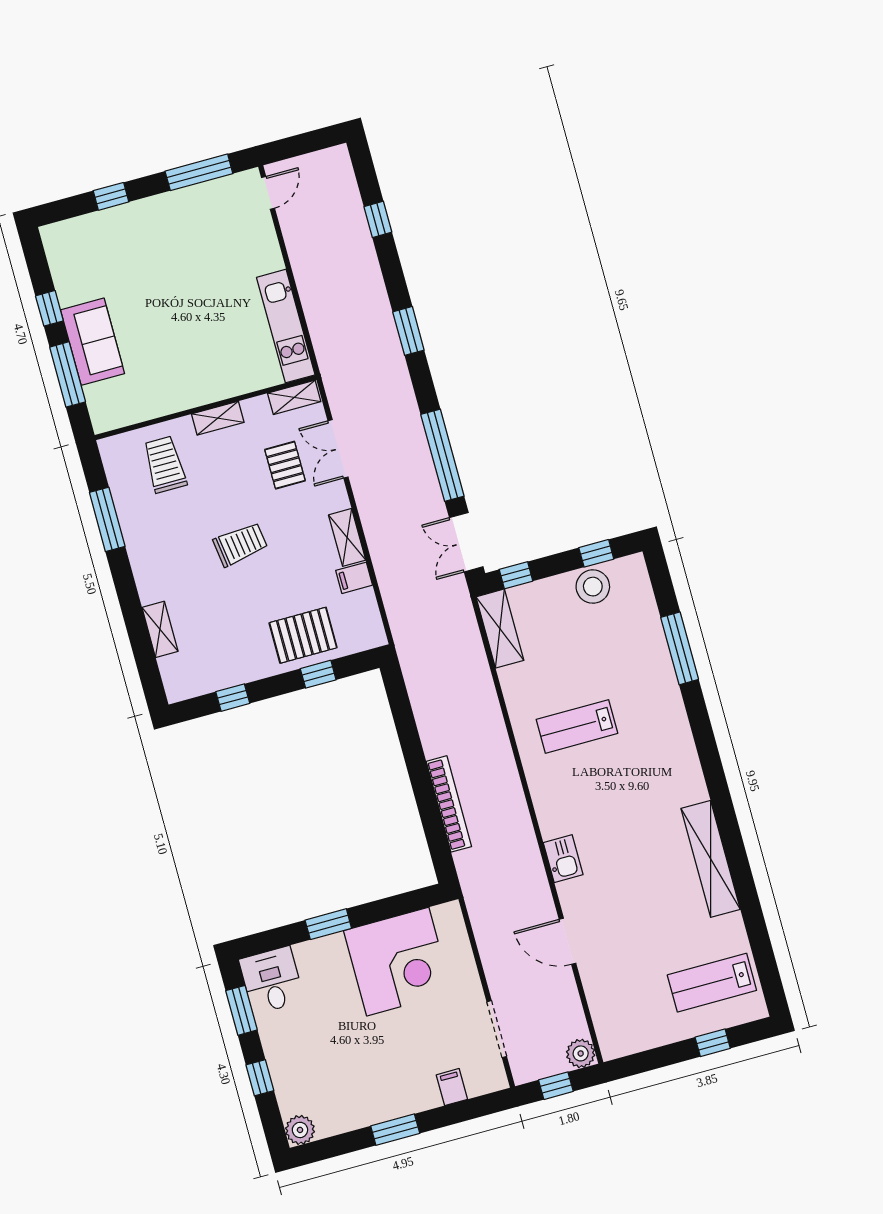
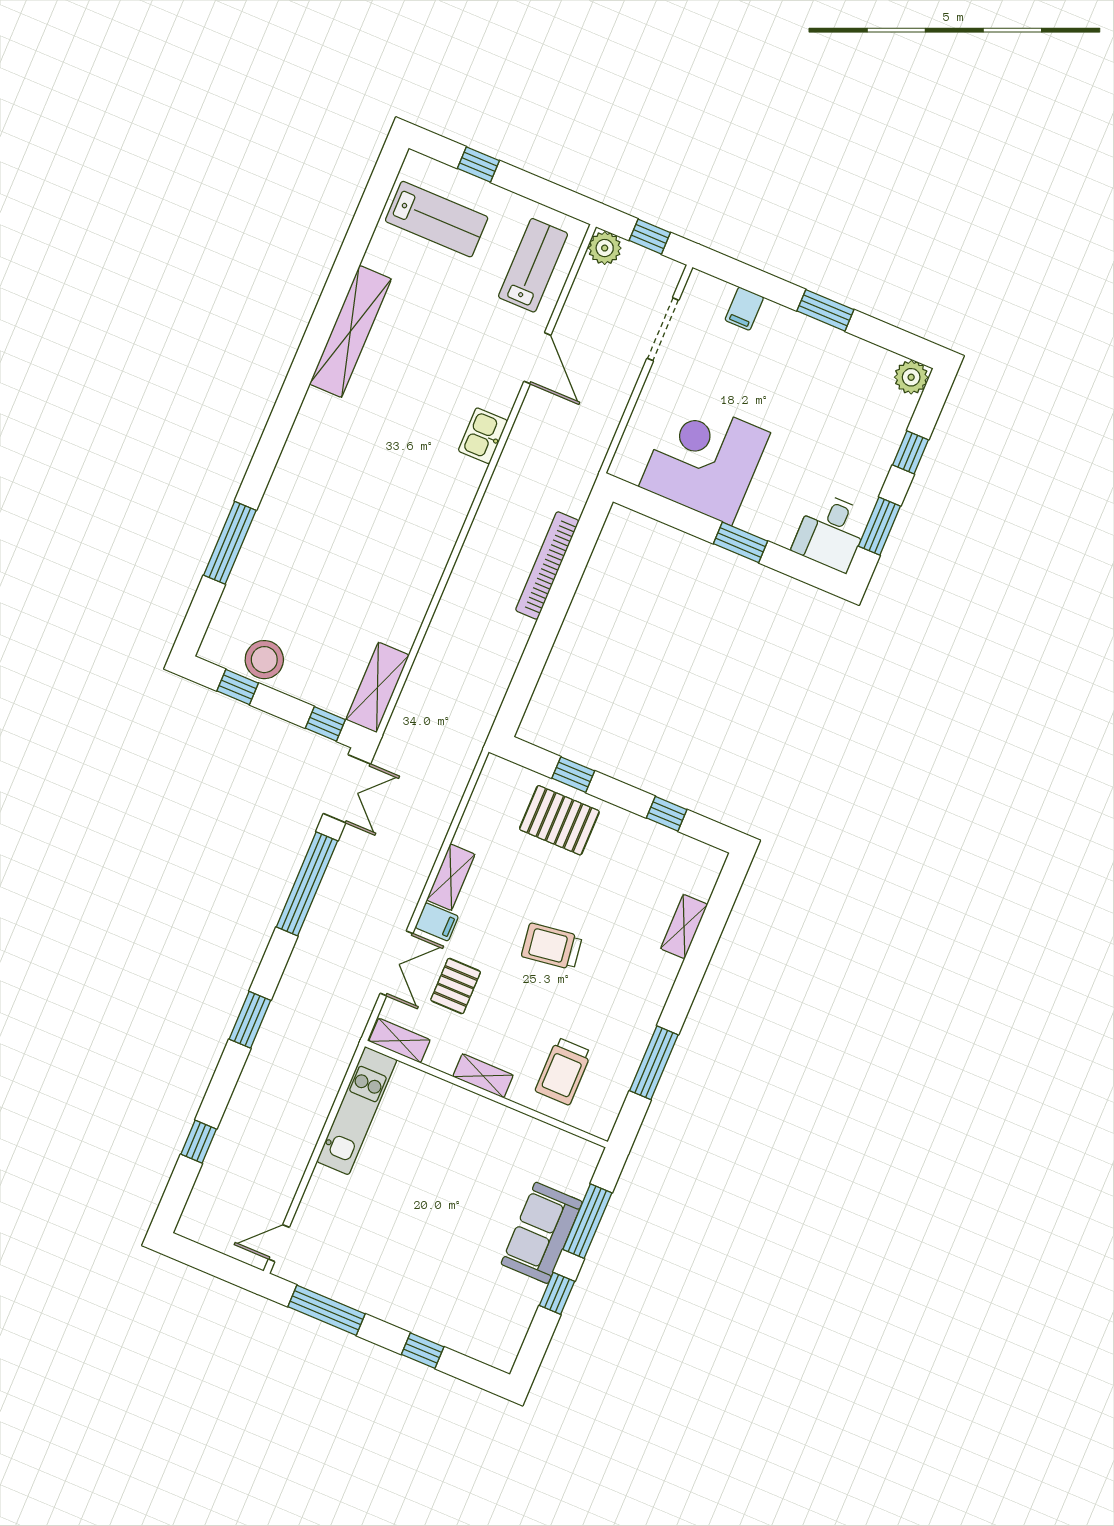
filing cabinet: (354, 578) -> (437, 922), moved
lab bench: (577, 726) -> (533, 265), moved, turned -90

